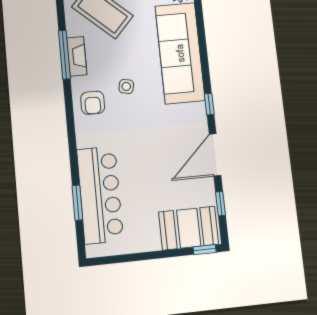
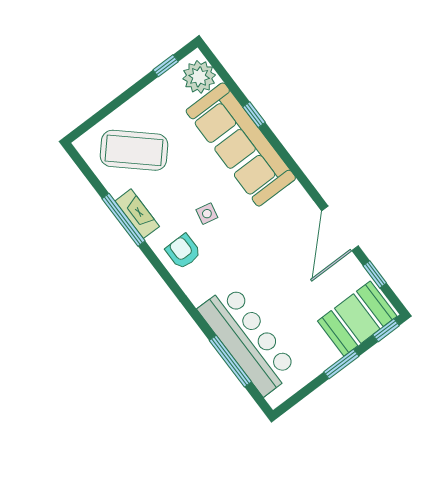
armchair: (93, 103) -> (183, 252), turned 180
window: (209, 104) -> (254, 115), moved
window: (77, 203) -> (230, 361), width x1.44
window: (157, 255) -> (341, 364), added

